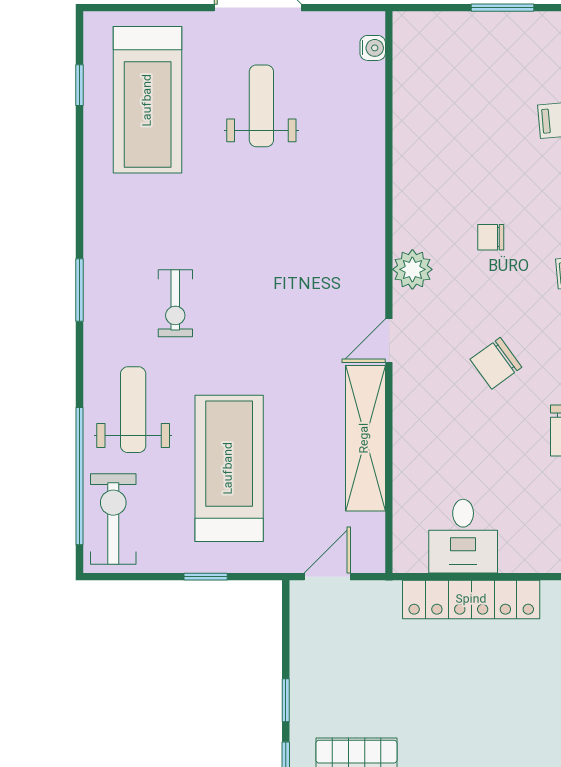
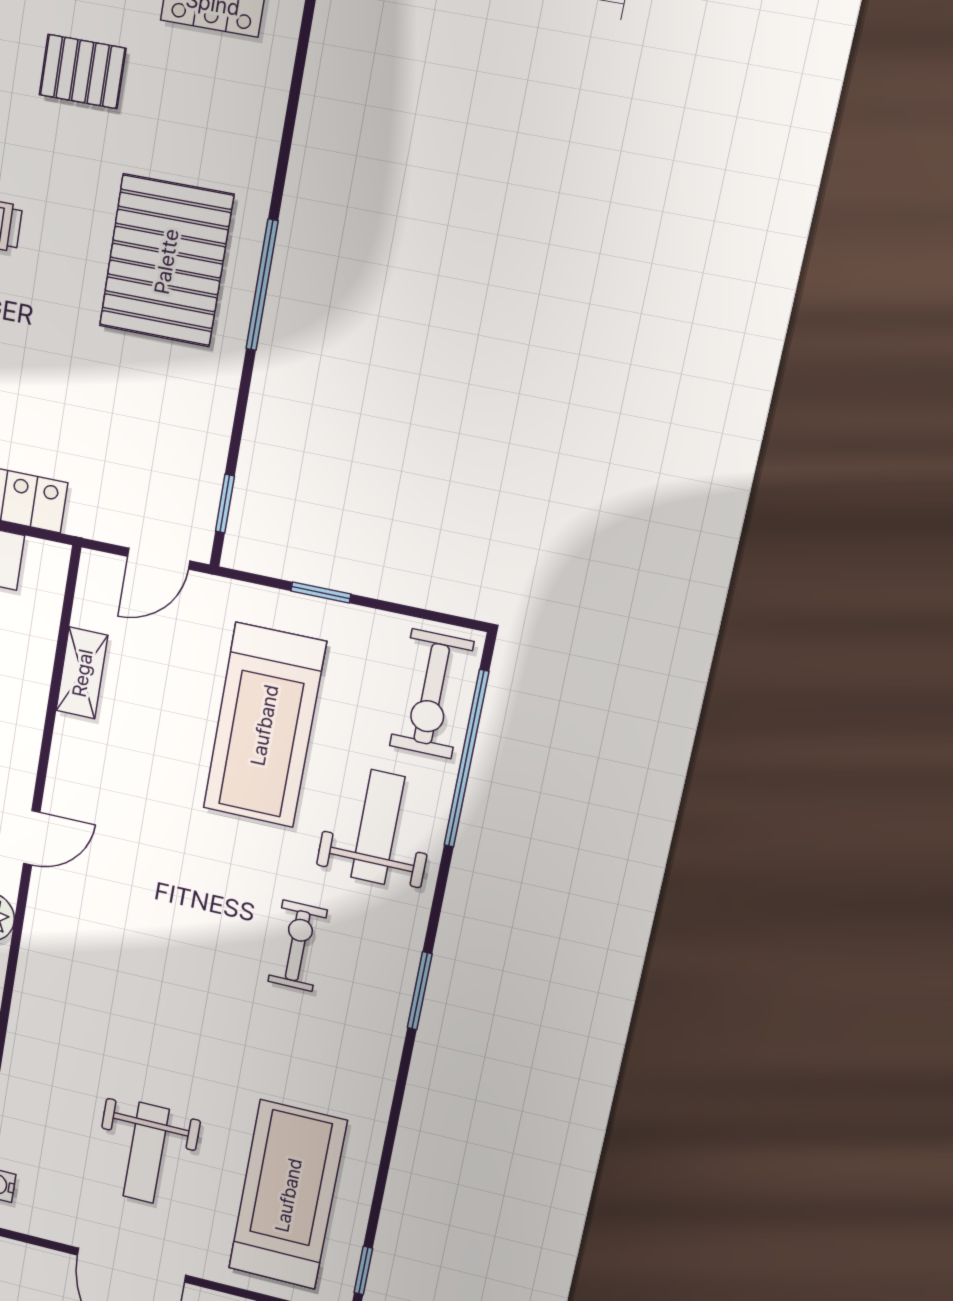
window: (79, 85) -> (363, 1270), moved
weight bench: (133, 410) -> (378, 827), turned 180
shelving: (365, 438) -> (82, 673), width x0.45, depth x0.75
window: (286, 700) -> (225, 504), moved

